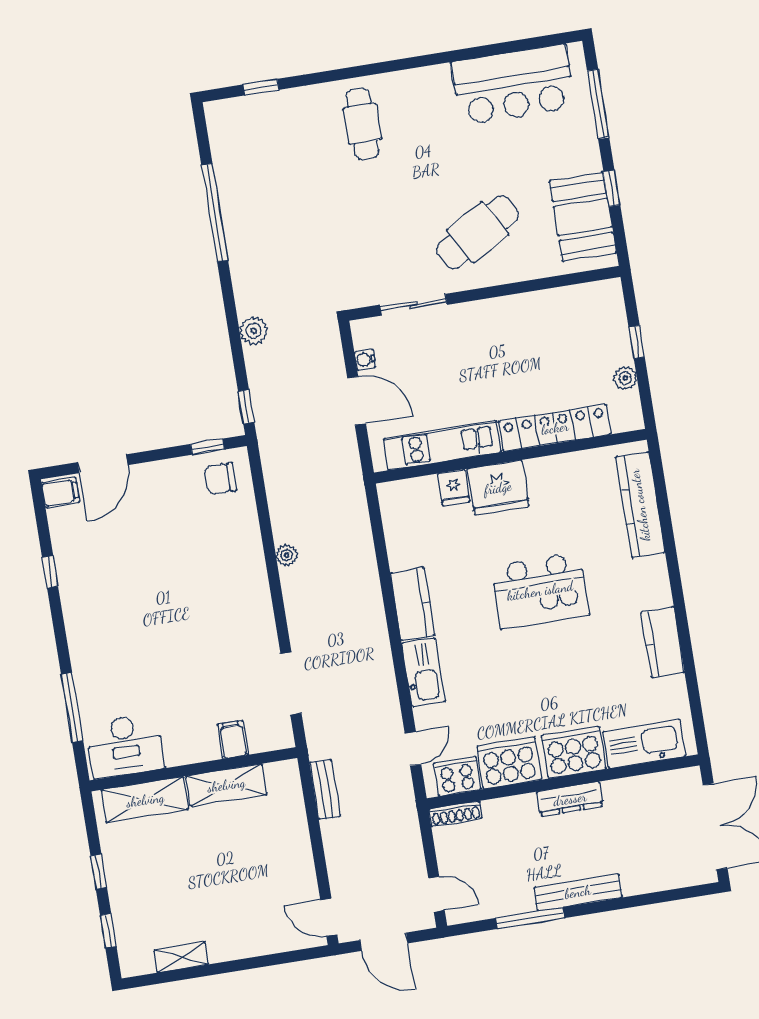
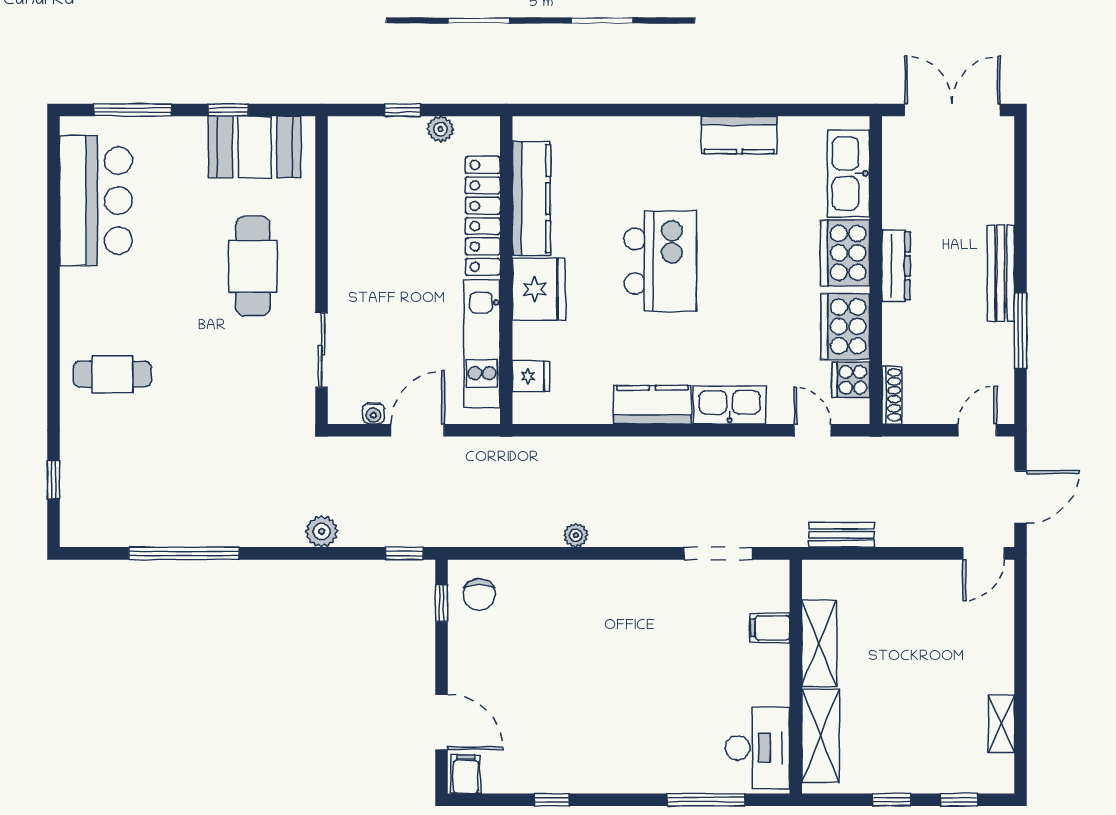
cafe table: (478, 232) -> (253, 266), turned 30
fridge: (454, 488) -> (531, 376), moved
kitchen counter: (640, 505) -> (531, 199), moved, turned -90
cooker: (457, 776) -> (851, 380), width x0.73

